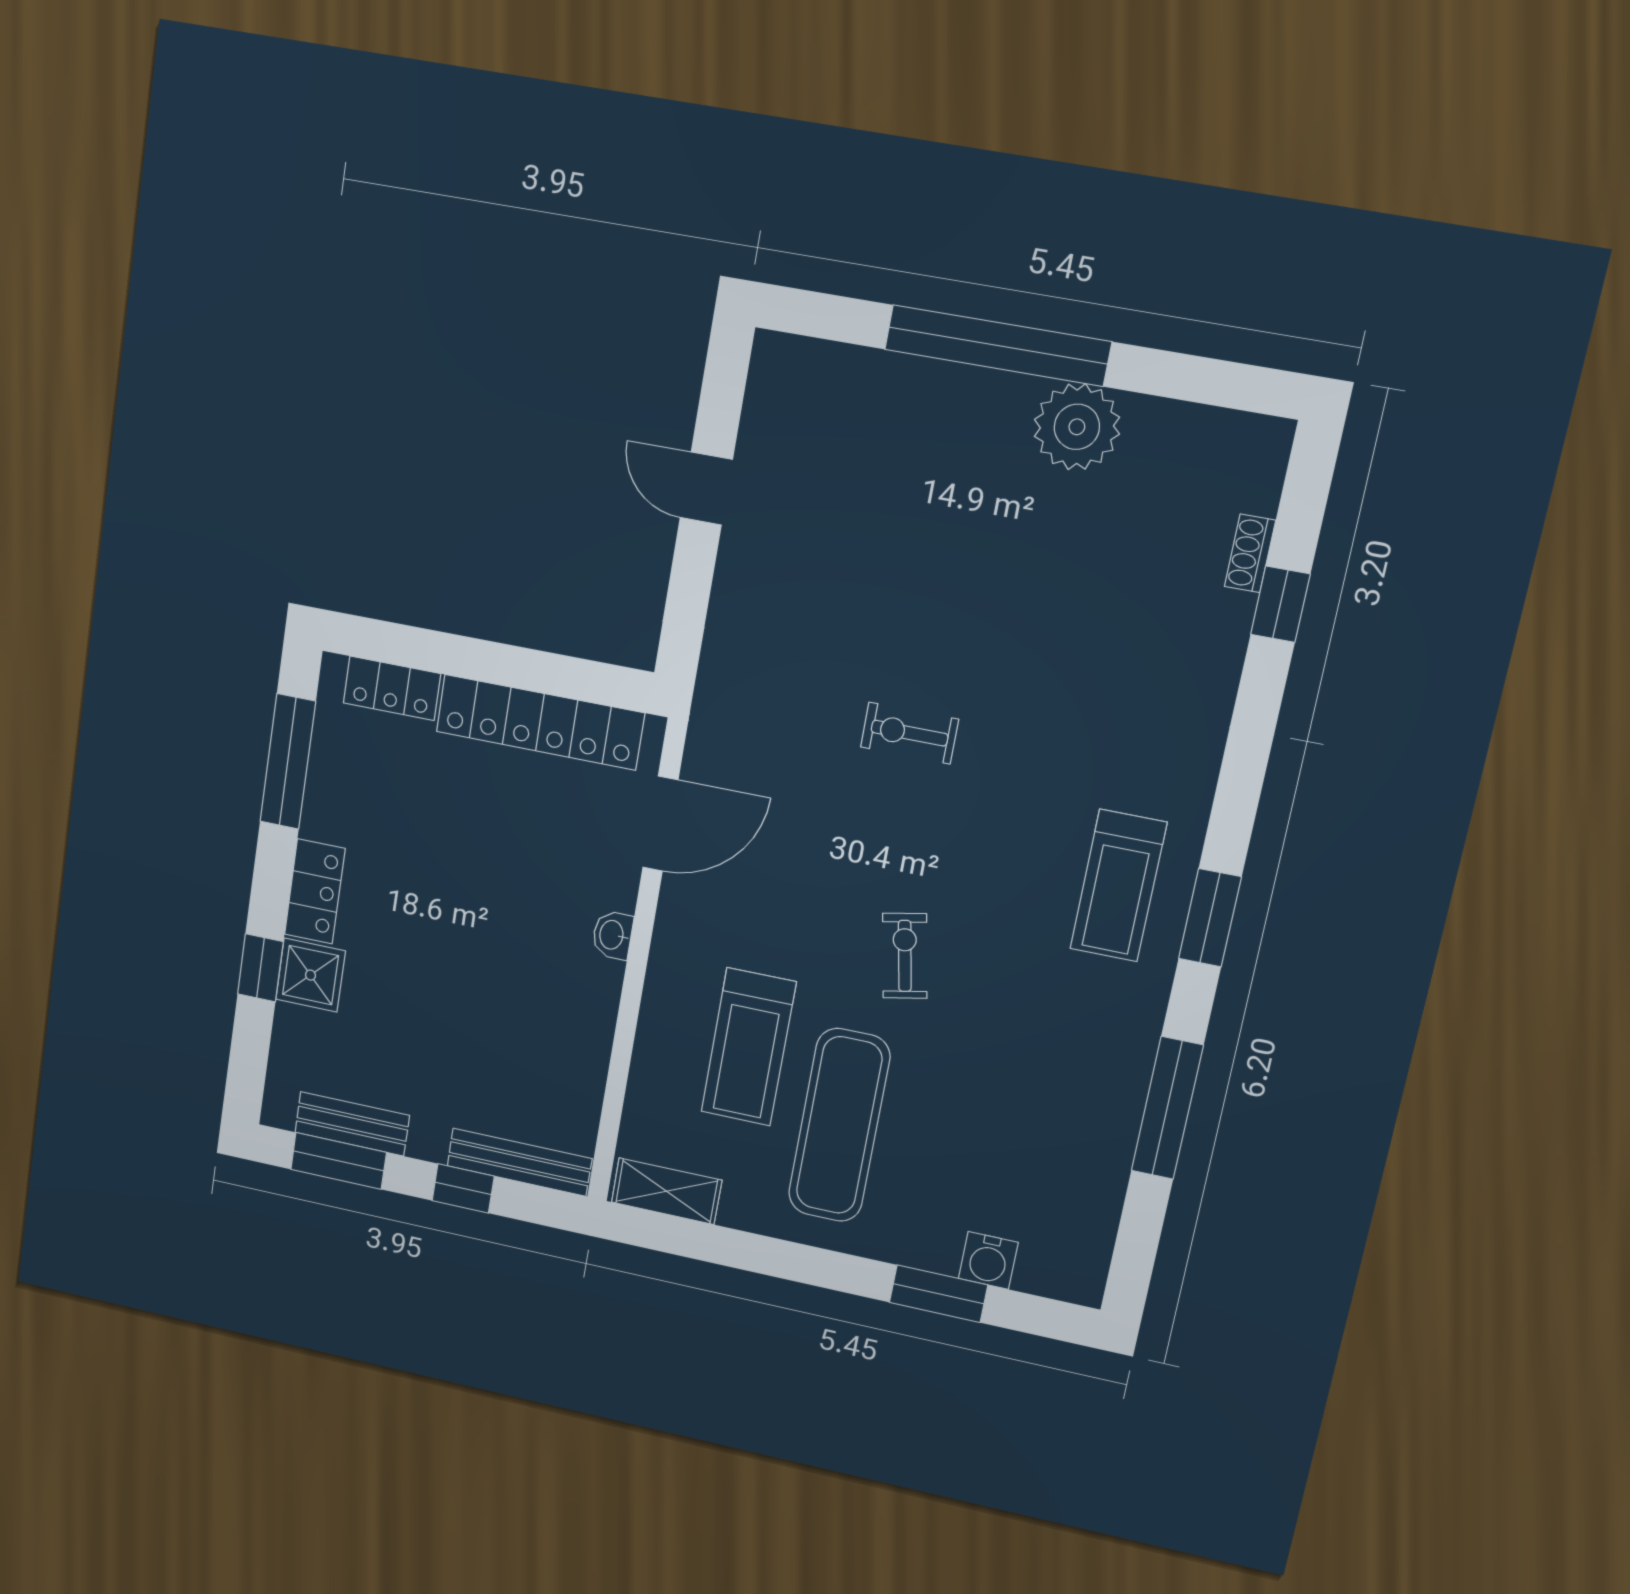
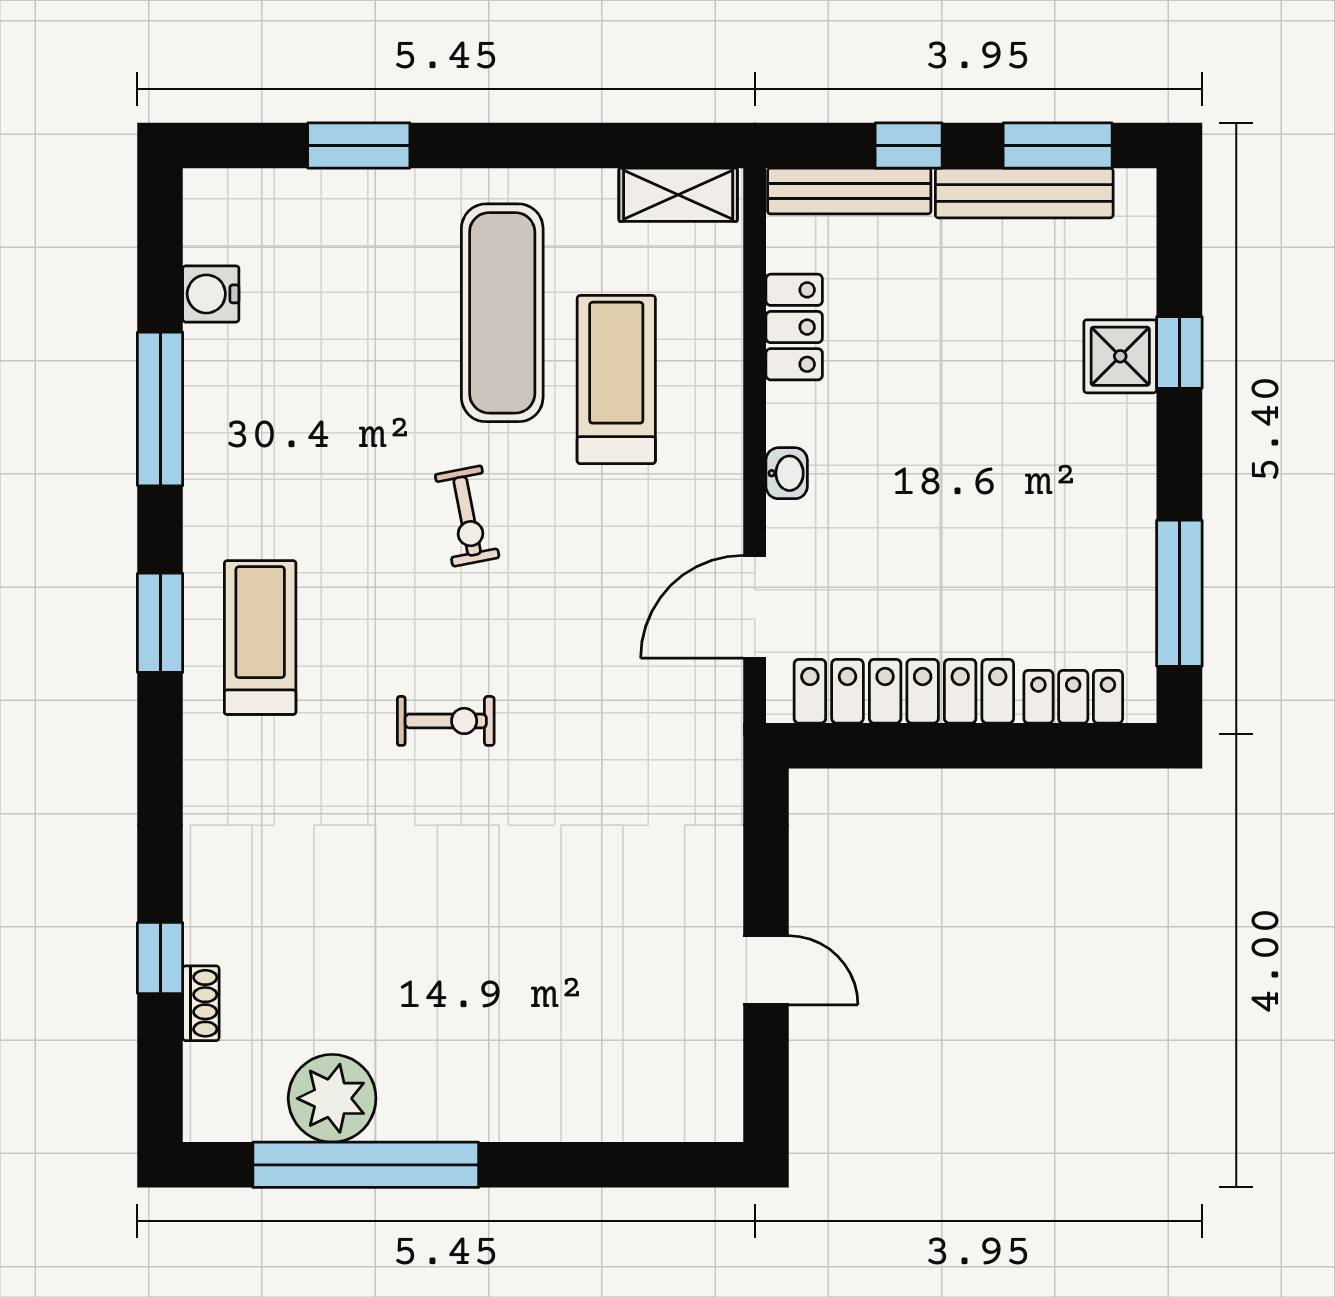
window: (998, 346) -> (366, 1165), moved
plant: (1077, 427) -> (332, 1098), moved
exercise bike: (910, 733) -> (446, 721), moved
locker: (315, 892) -> (794, 327), moved, turned 180
bench: (352, 1124) -> (1024, 193), width x1.36
water cooler: (988, 1260) -> (211, 294), moved, turned -90

